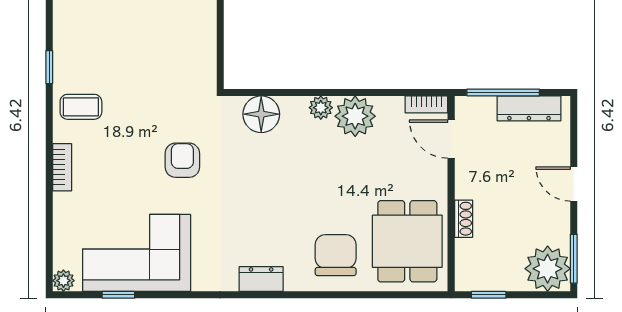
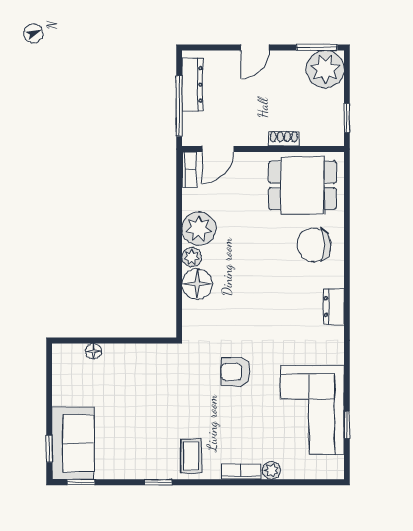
floor lamp: (261, 114) -> (197, 284), moved
plant: (63, 281) -> (272, 470), moved

